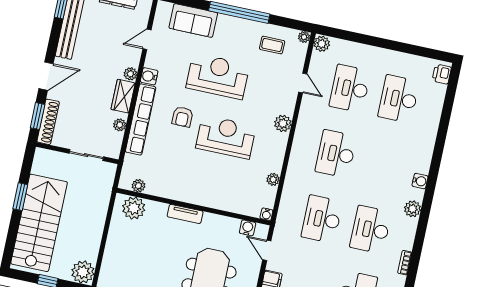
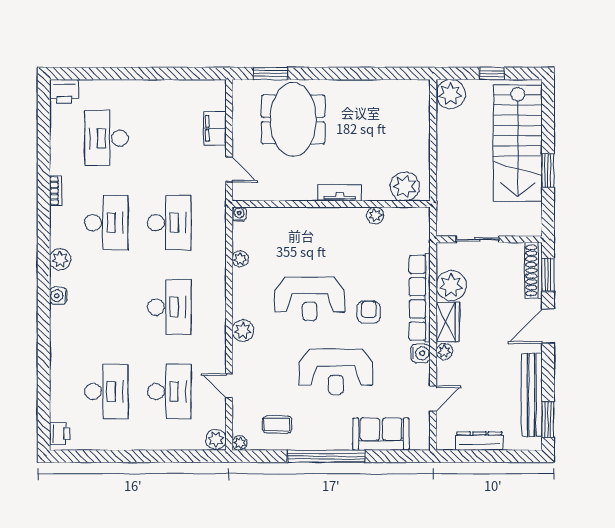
plant: (120, 125) -> (451, 286), width x1.87, depth x1.87
plant: (138, 186) -> (375, 215), moved
water cooler: (248, 228) -> (259, 192), removed

